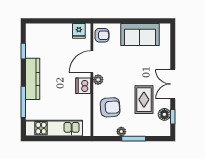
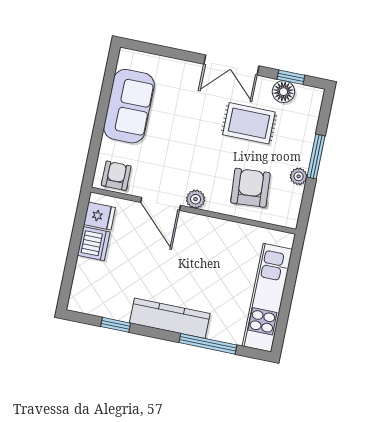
dishwasher: (83, 86) -> (94, 244), moved, turned -90

